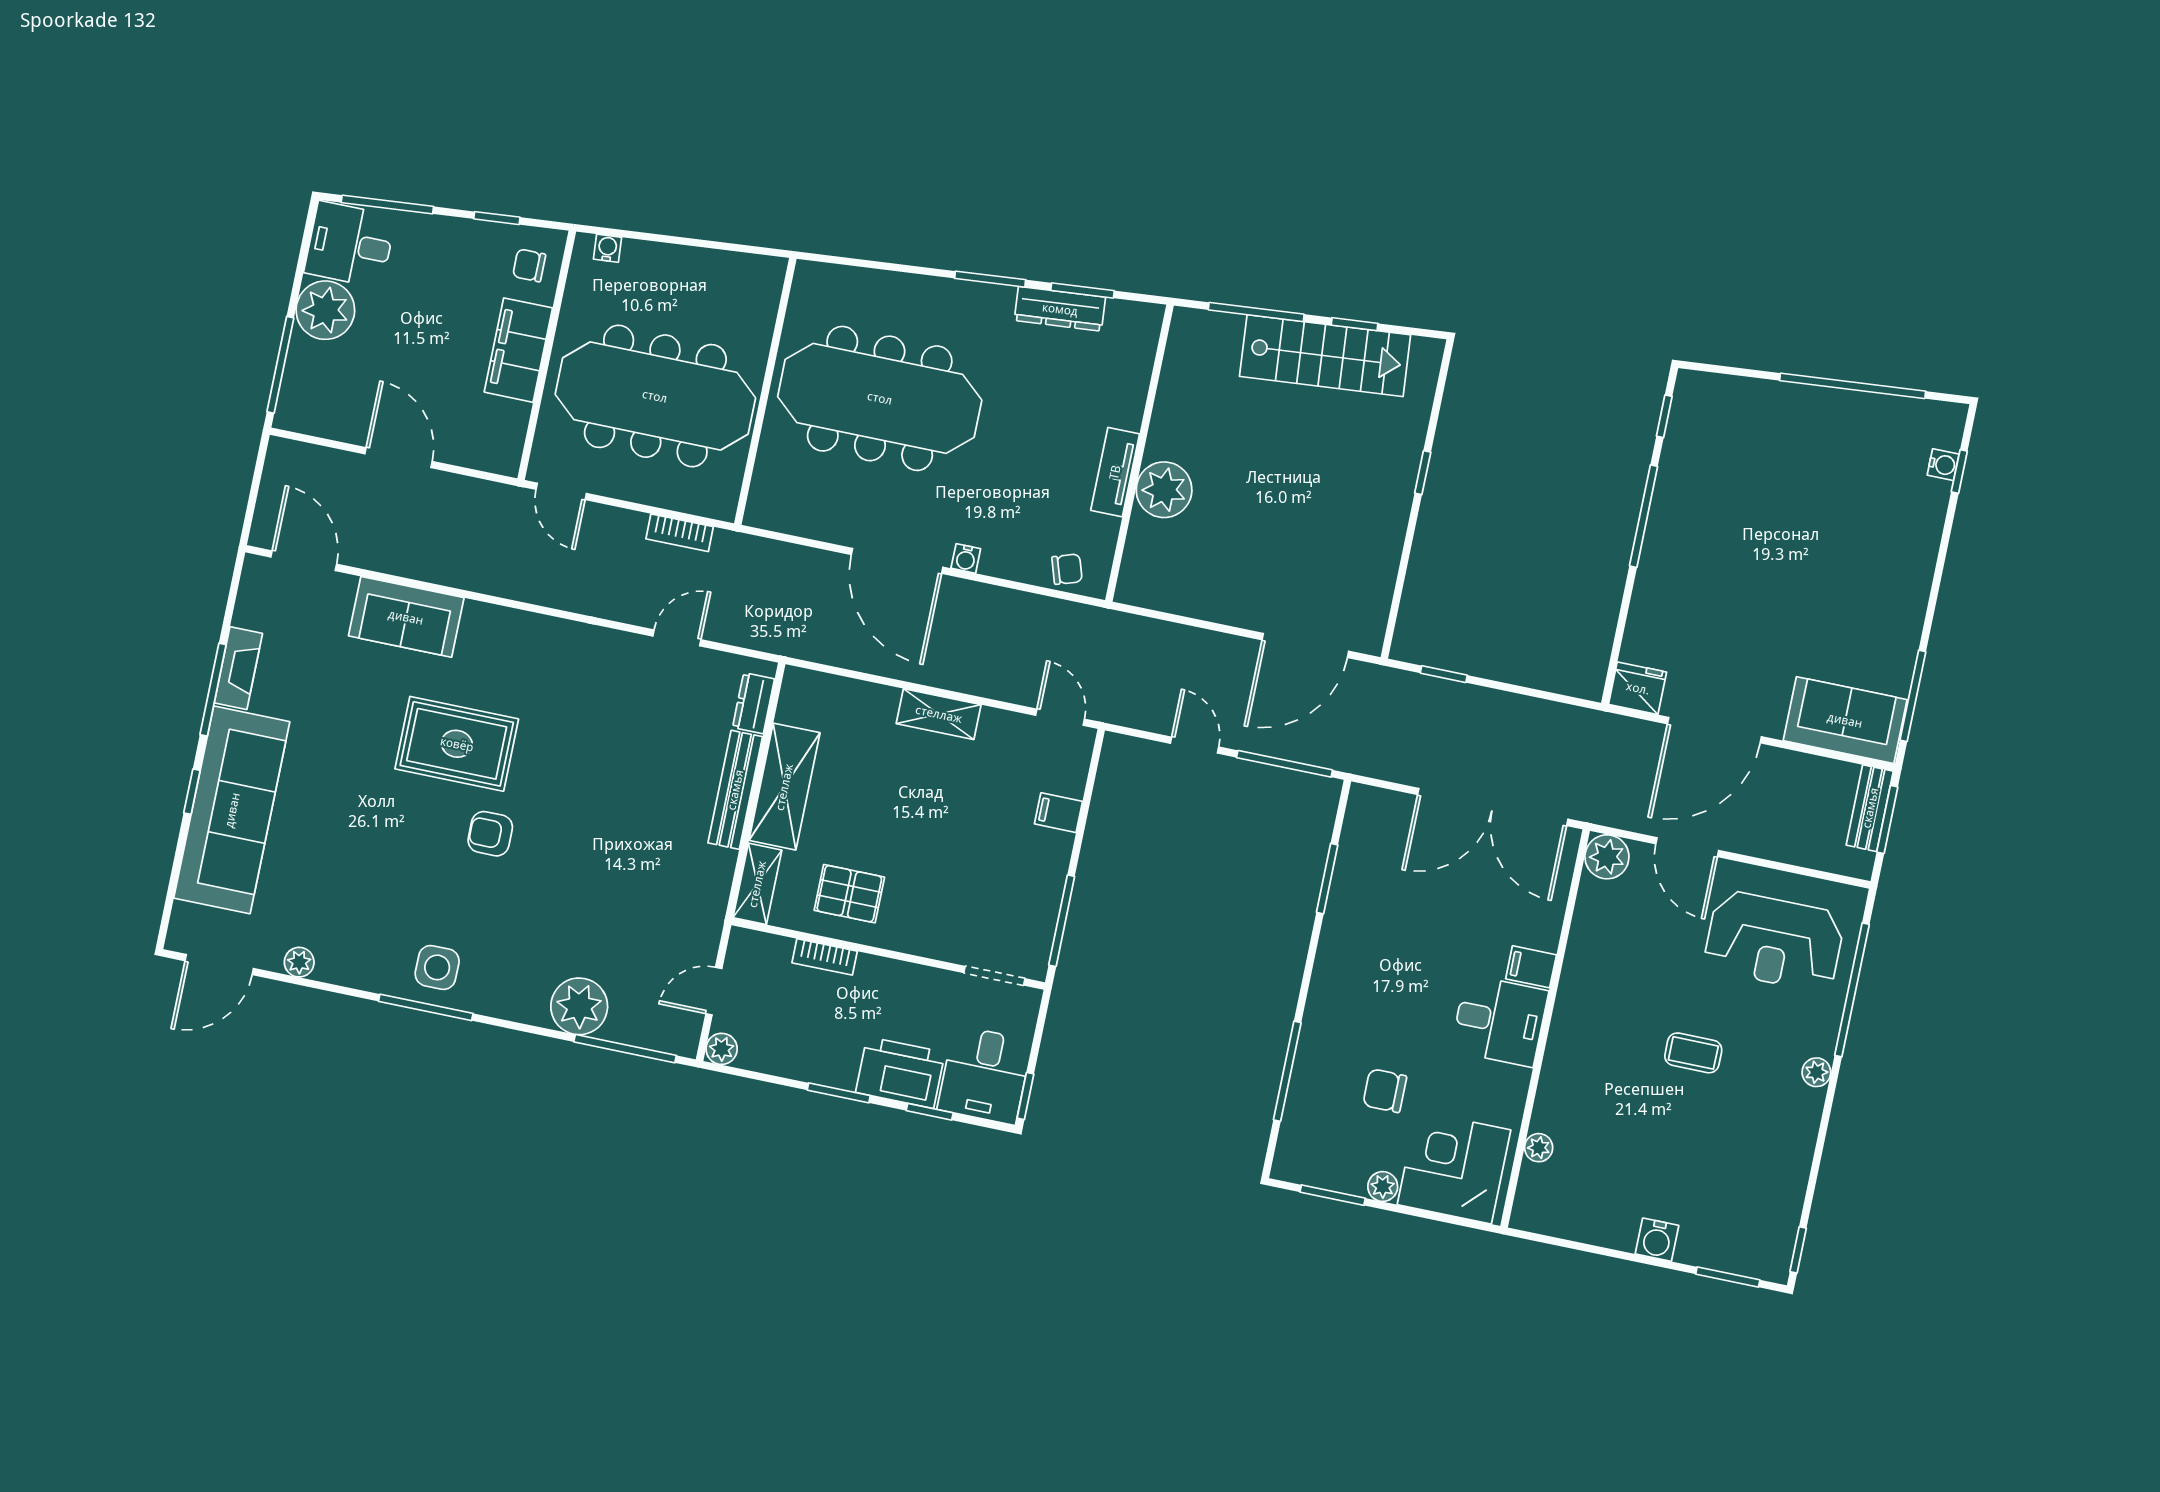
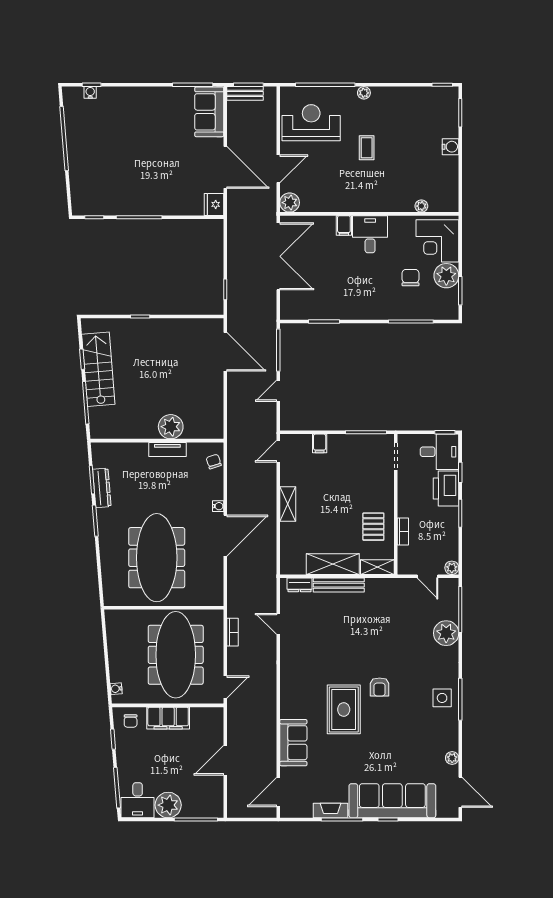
reception desk: (1774, 941) -> (311, 123), turned -90
chair: (1385, 1091) -> (411, 278), turned 180
plant: (1383, 1186) -> (446, 276), width x1.88, depth x1.88

